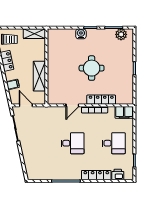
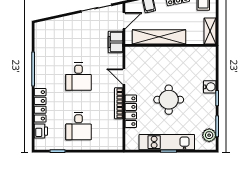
kitchen unit: (127, 70) -> (167, 142), added
shelving: (39, 76) -> (159, 37), width x1.47
filing cabinet: (124, 112) -> (115, 42), moved

